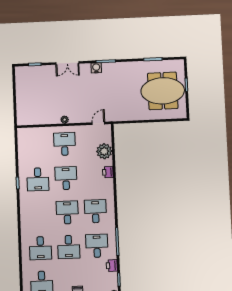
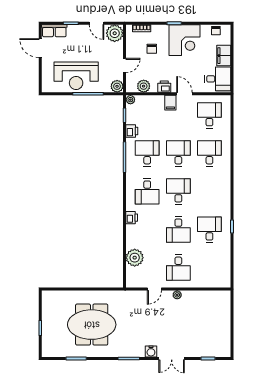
double door: (67, 63) -> (172, 358), swing flipped
water cooler: (96, 68) -> (151, 351), moved
meeting table: (163, 91) -> (92, 325), moved
door: (98, 123) -> (154, 289), moved
printer: (108, 172) -> (132, 218), moved
desk: (67, 212) -> (178, 191), turned 180
desk: (97, 246) -> (147, 153), turned 180

